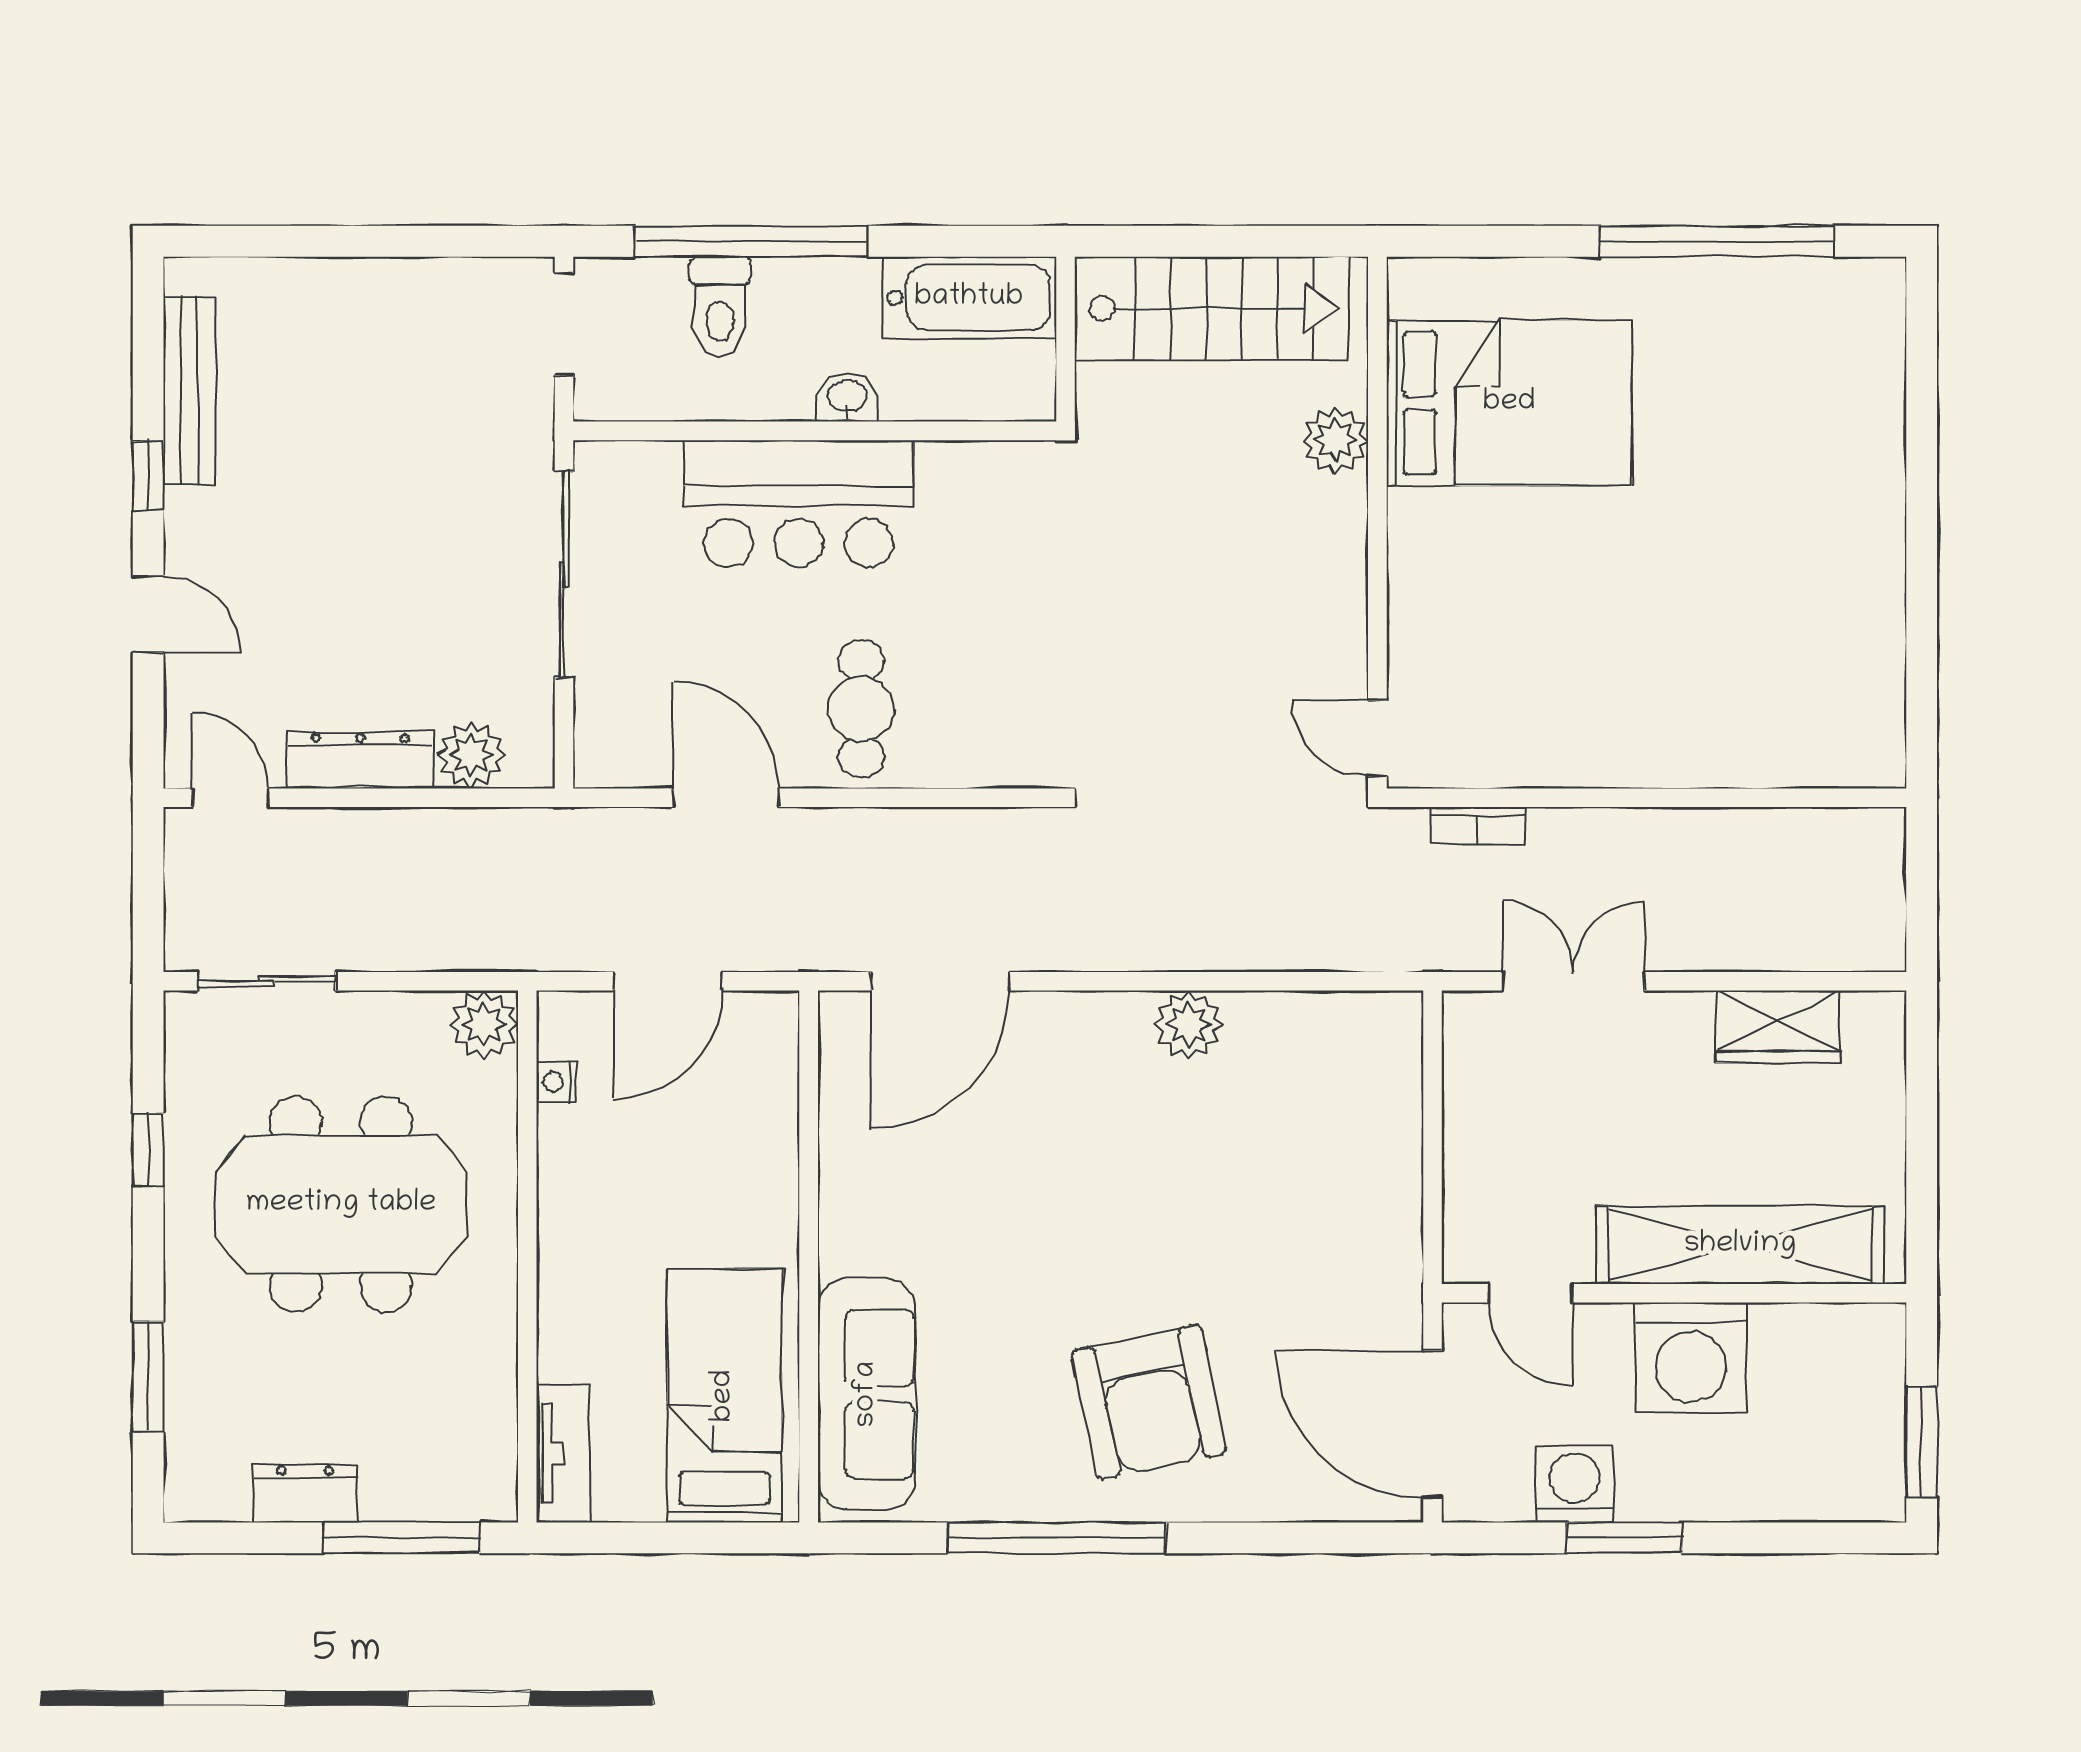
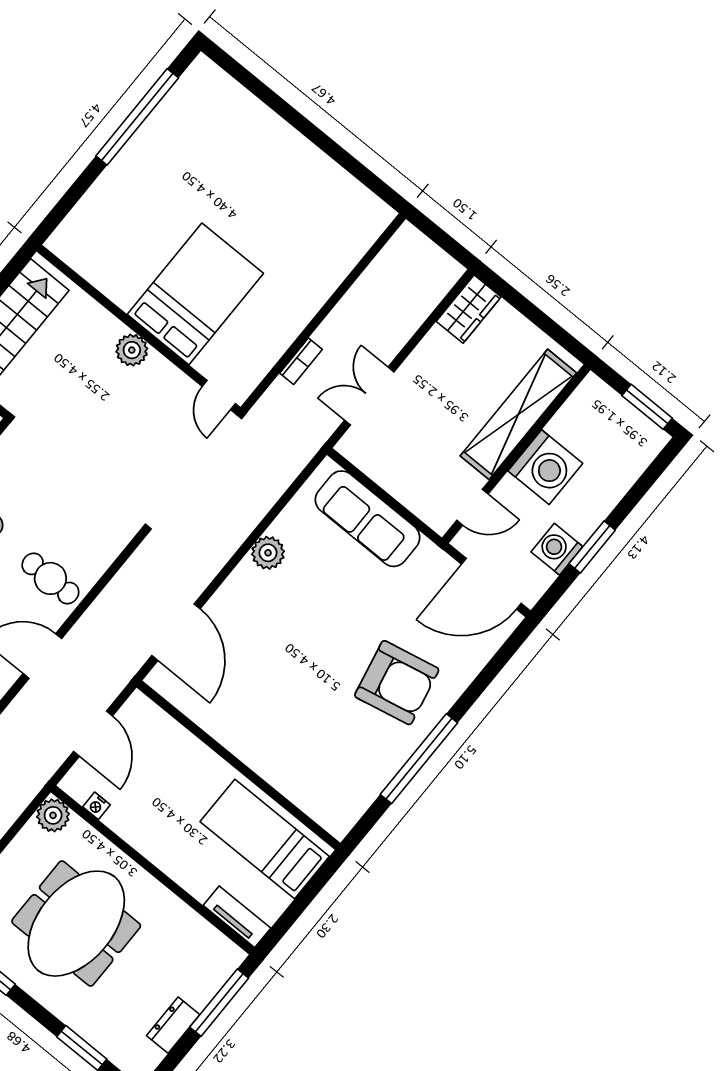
bed: (1509, 403) -> (195, 294), moved
plant: (1335, 440) -> (132, 350), moved
door: (1377, 738) -> (219, 395), hinge flipped
bookcase: (1478, 826) -> (301, 361), moved
wardrobe: (1778, 1027) -> (469, 309), moved
sofa: (867, 1394) -> (368, 519), moved, turned 180

